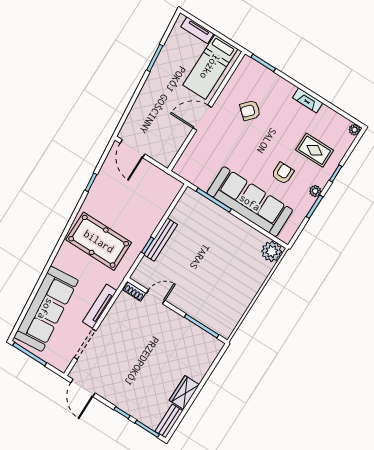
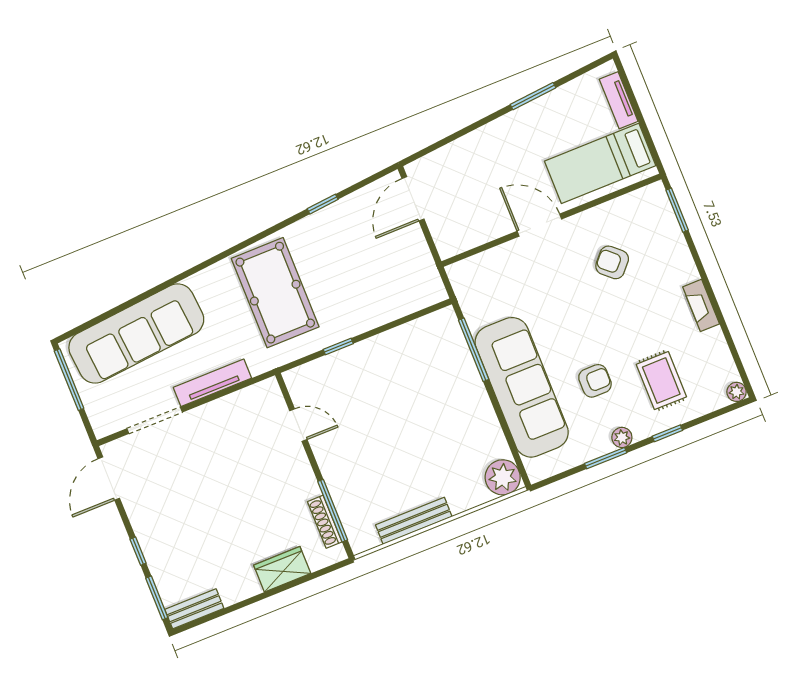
bench: (161, 240) -> (414, 521), moved
shoe rack: (134, 292) -> (325, 522), moved, width x1.43
wardrobe: (184, 392) -> (282, 569), moved

